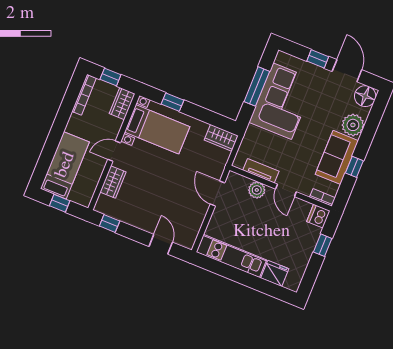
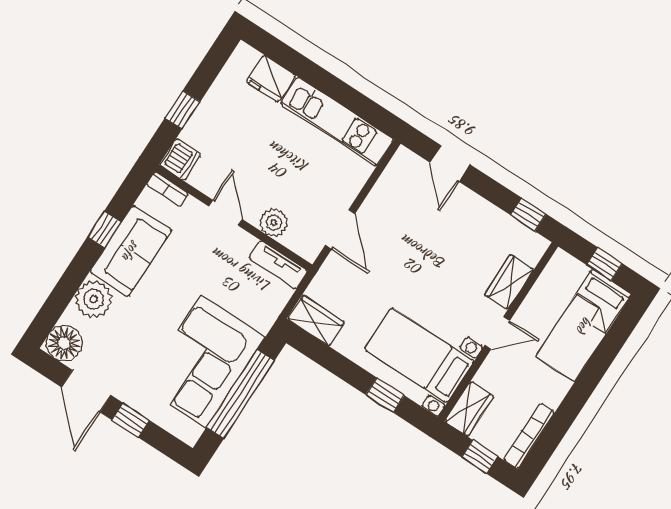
window: (257, 86) -> (240, 394), width x1.46
tv unit: (261, 171) -> (278, 265), moved

